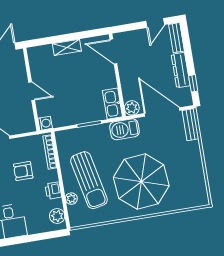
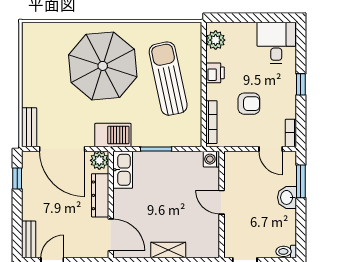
dresser: (181, 70) -> (100, 195), moved, turned 180
plant: (71, 199) -> (194, 59), removed

